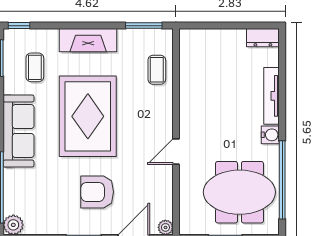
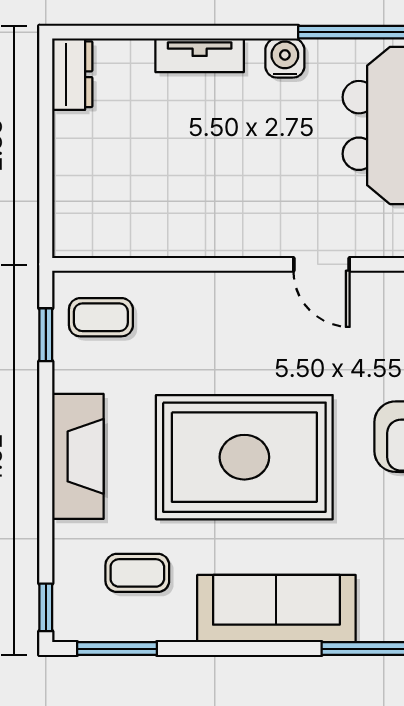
window: (144, 26) -> (46, 335), width x0.67
coffee table: (157, 70) -> (101, 317), moved
tv unit: (272, 96) -> (200, 55), width x0.71

